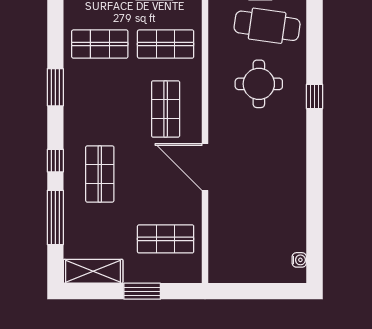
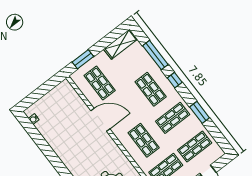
shop shelf: (100, 109) -> (173, 118), added
door: (205, 167) -> (100, 120), moved
shop shelf: (166, 239) -> (100, 83), turned 90
window: (142, 291) -> (83, 59), moved

